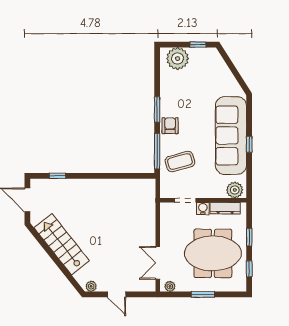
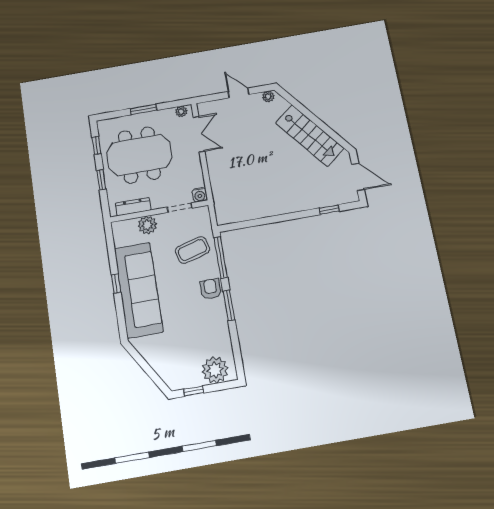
armchair: (170, 126) -> (211, 289), turned 180
plant: (235, 190) -> (147, 225), moved
water cooler: (203, 208) -> (200, 195), moved

